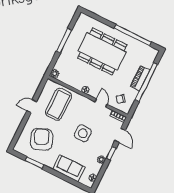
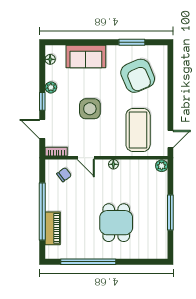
dining table: (102, 51) -> (116, 223), width x0.53, depth x0.80
piano: (140, 78) -> (53, 228), moved
door: (32, 106) -> (170, 139), moved

